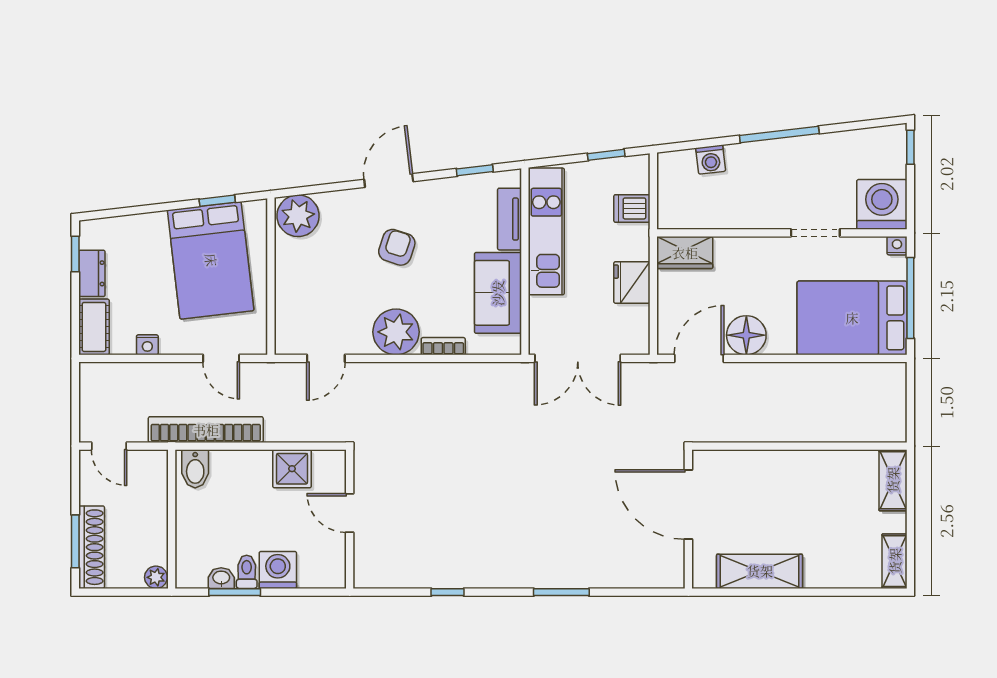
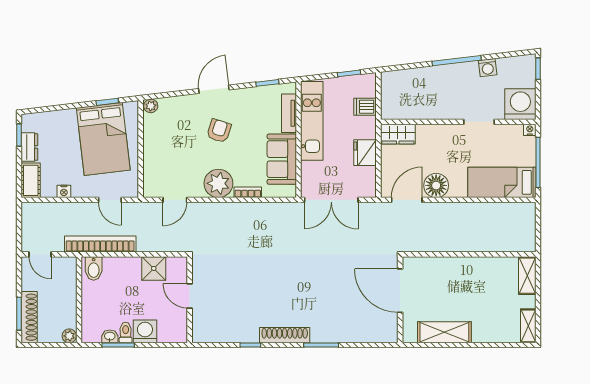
washing machine: (711, 160) -> (488, 68), moved
plant: (298, 216) -> (151, 106), width x0.53, depth x0.53
bed: (852, 318) -> (502, 182), width x0.67
shoe rack: (503, 576) -> (285, 335), added

